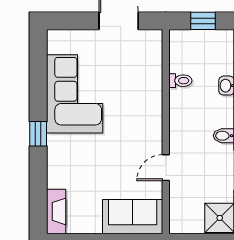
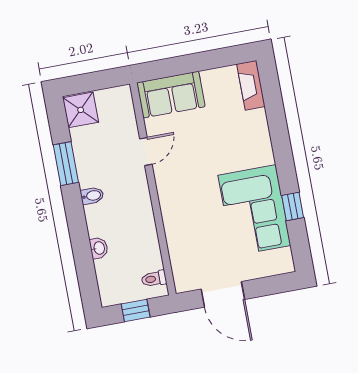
toilet: (180, 81) -> (154, 279), moved
window: (38, 134) -> (293, 207), moved

